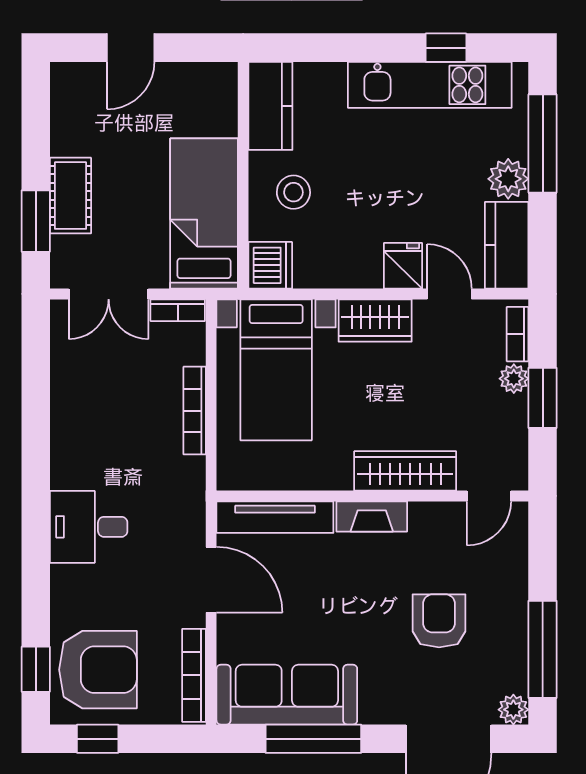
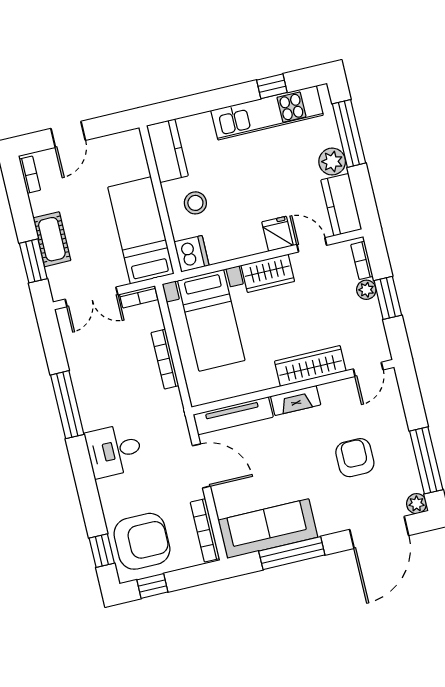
bookcase: (61, 93) -> (30, 175), added
window: (36, 444) -> (67, 405), added

